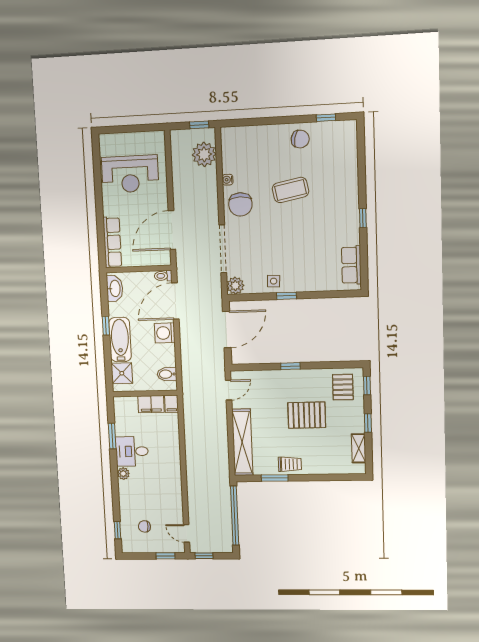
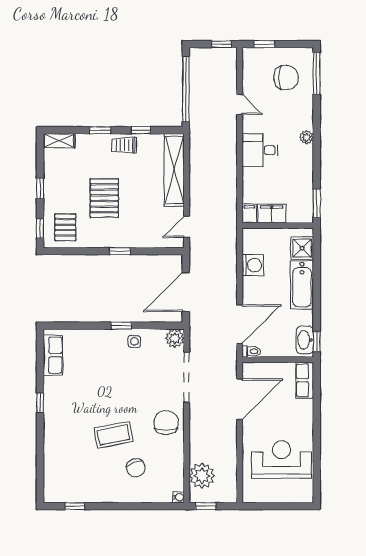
chair: (300, 139) -> (136, 468), moved, turned -121
water cooler: (227, 180) -> (179, 497), moved
row of seats: (112, 242) -> (305, 380), width x0.68
window: (106, 326) -> (317, 342), moved
washing machine: (165, 333) -> (253, 265), moved
bidet: (167, 374) -> (253, 246), removed
pallet: (307, 415) -> (104, 198), turned 90
window: (112, 436) -> (317, 203), moved
shelving: (359, 448) -> (59, 141), moved, turned 90
desk: (132, 451) -> (260, 150), moved, turned 180
window: (275, 478) -> (141, 130), width x0.67
window: (313, 478) -> (100, 130), added
chair: (144, 526) -> (286, 78), width x1.87, depth x1.87
window: (117, 530) -> (317, 74), width x2.17
door: (187, 533) -> (240, 104), moved

